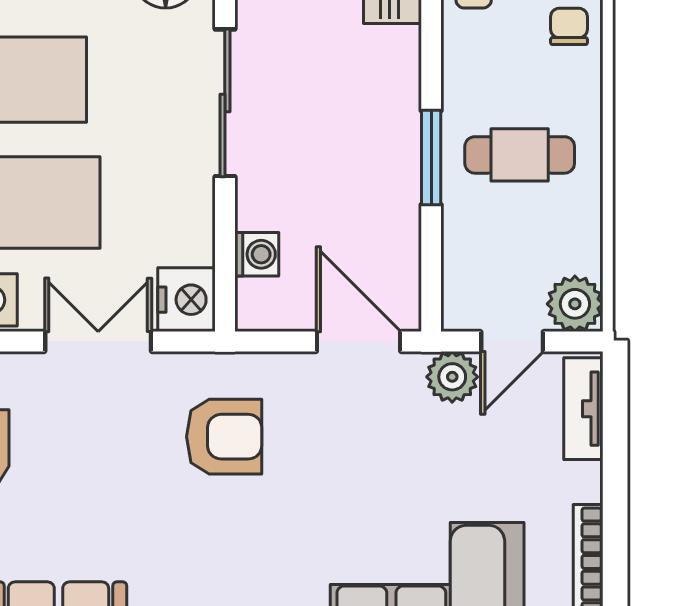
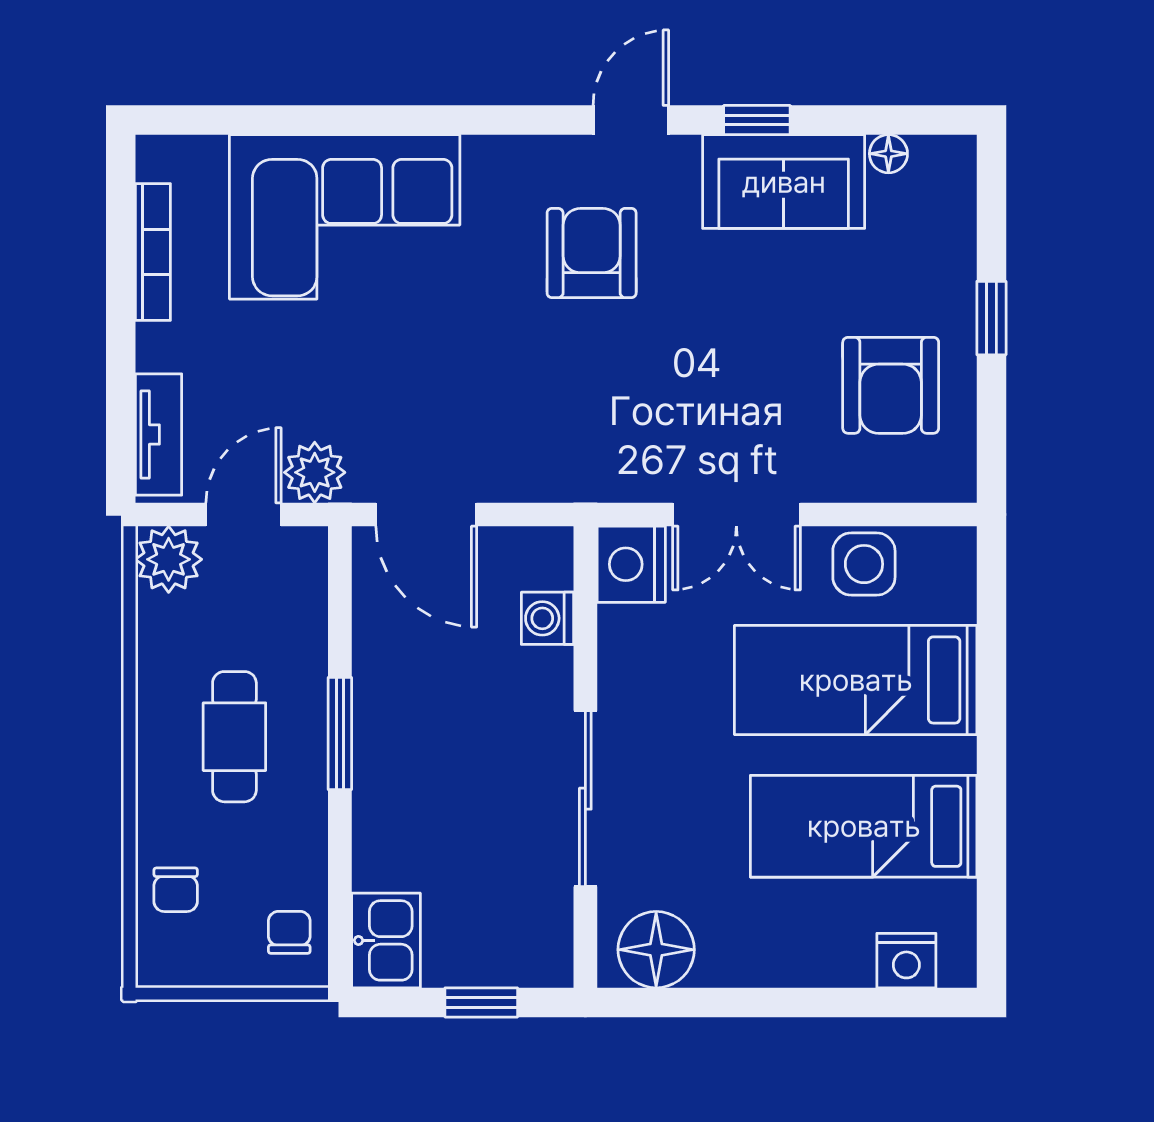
cafe table: (520, 155) -> (234, 737), turned 90
armchair: (224, 437) -> (592, 253), moved, turned 90

